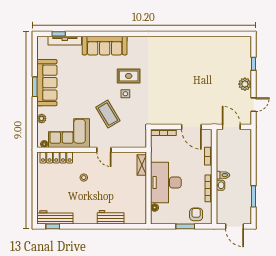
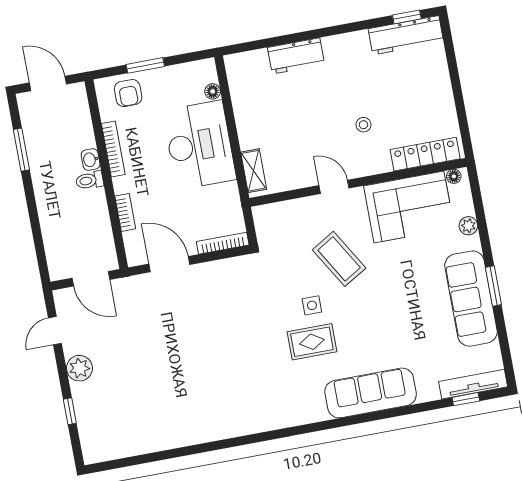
tv unit: (65, 41) -> (473, 384), moved

